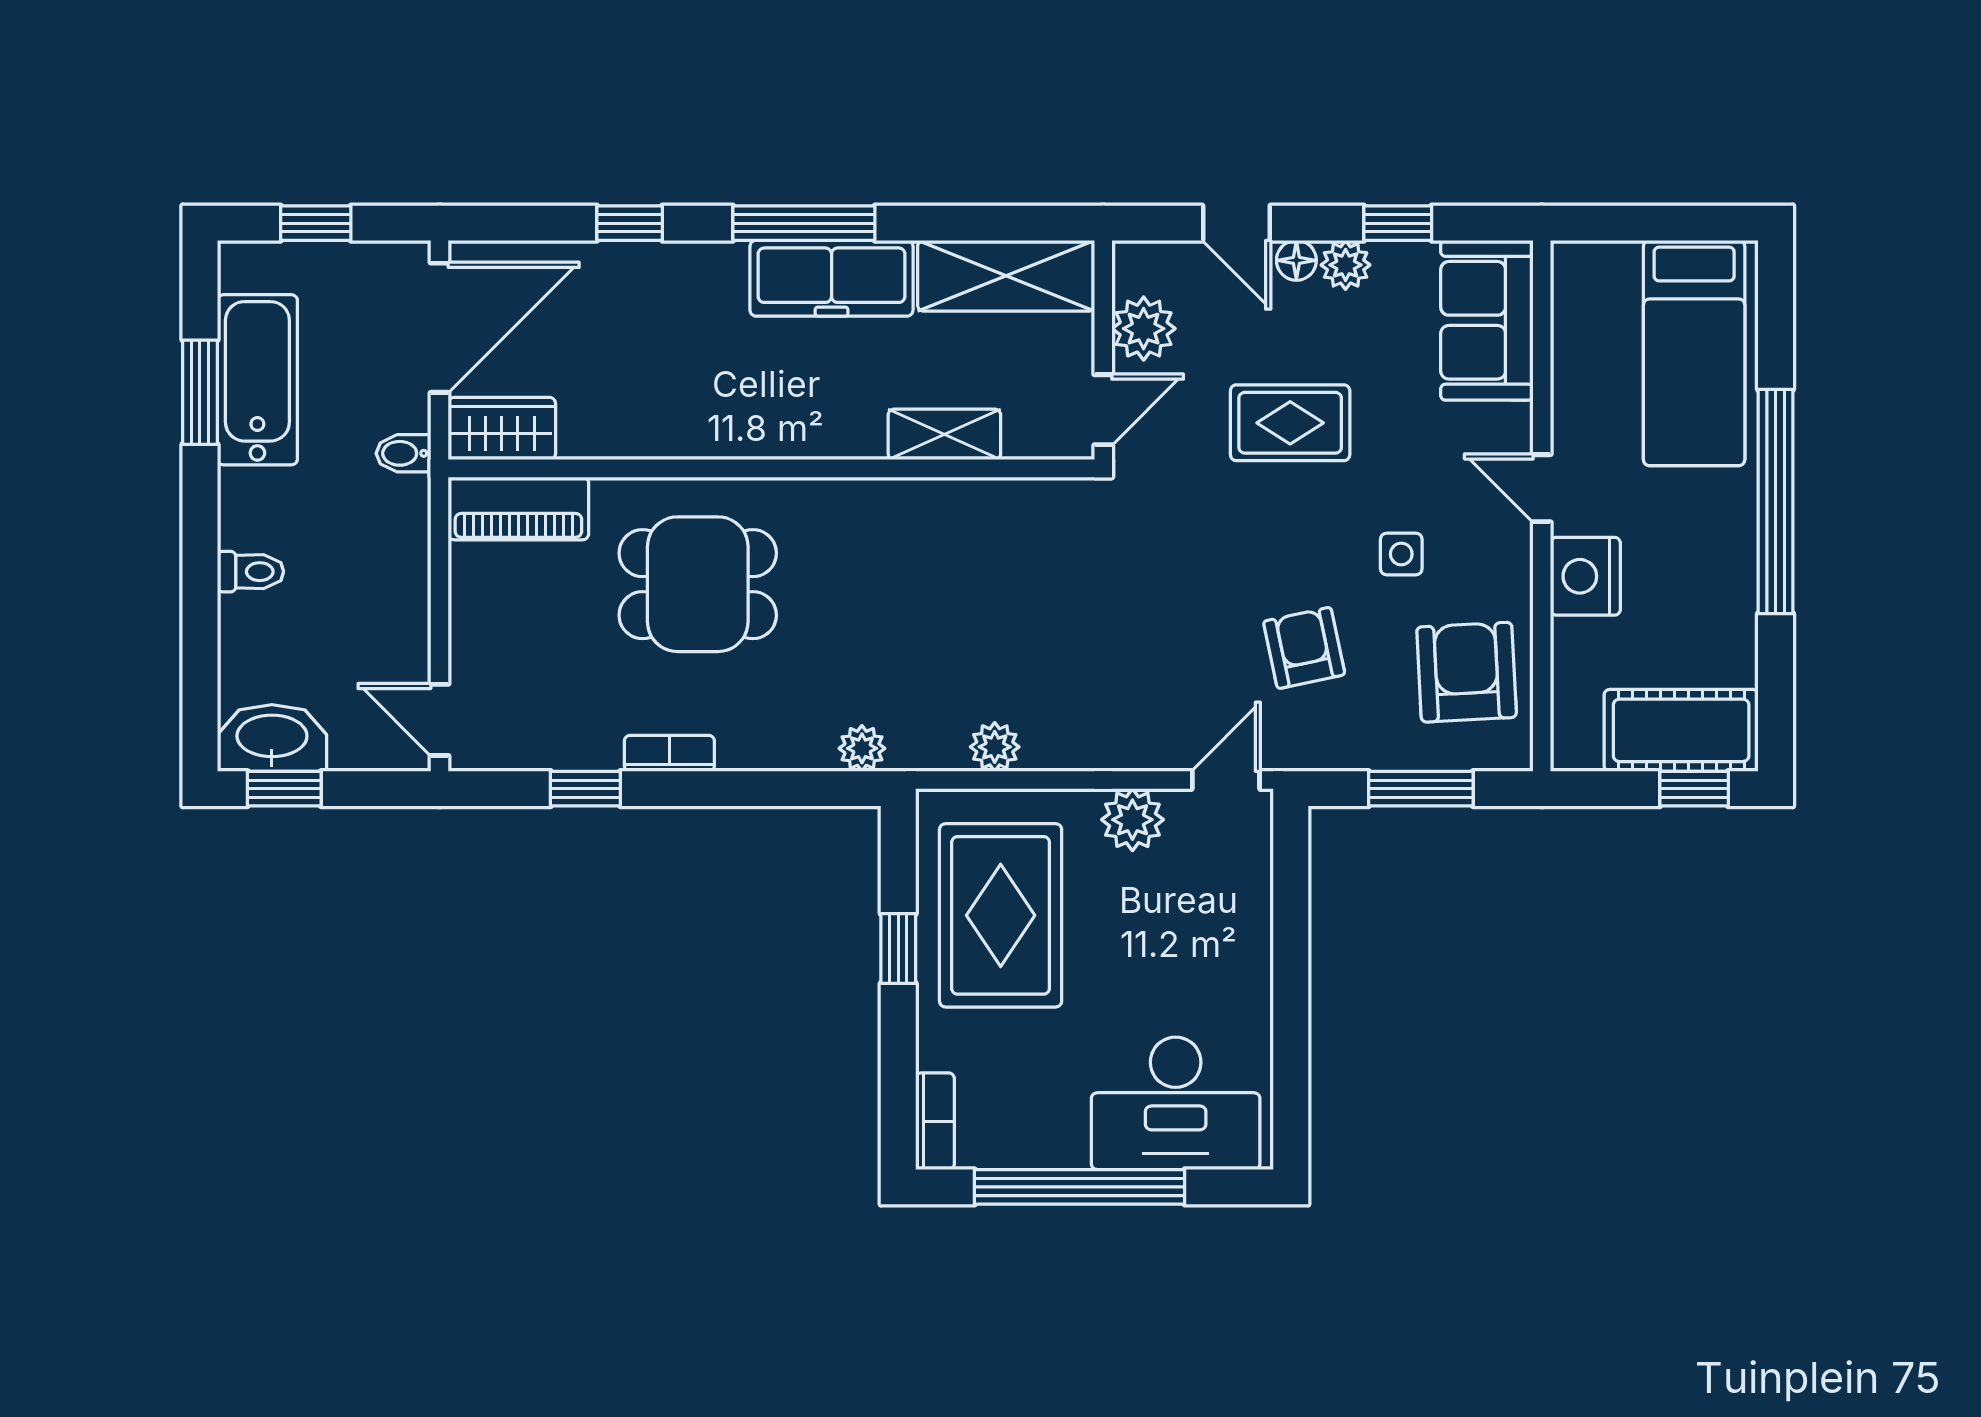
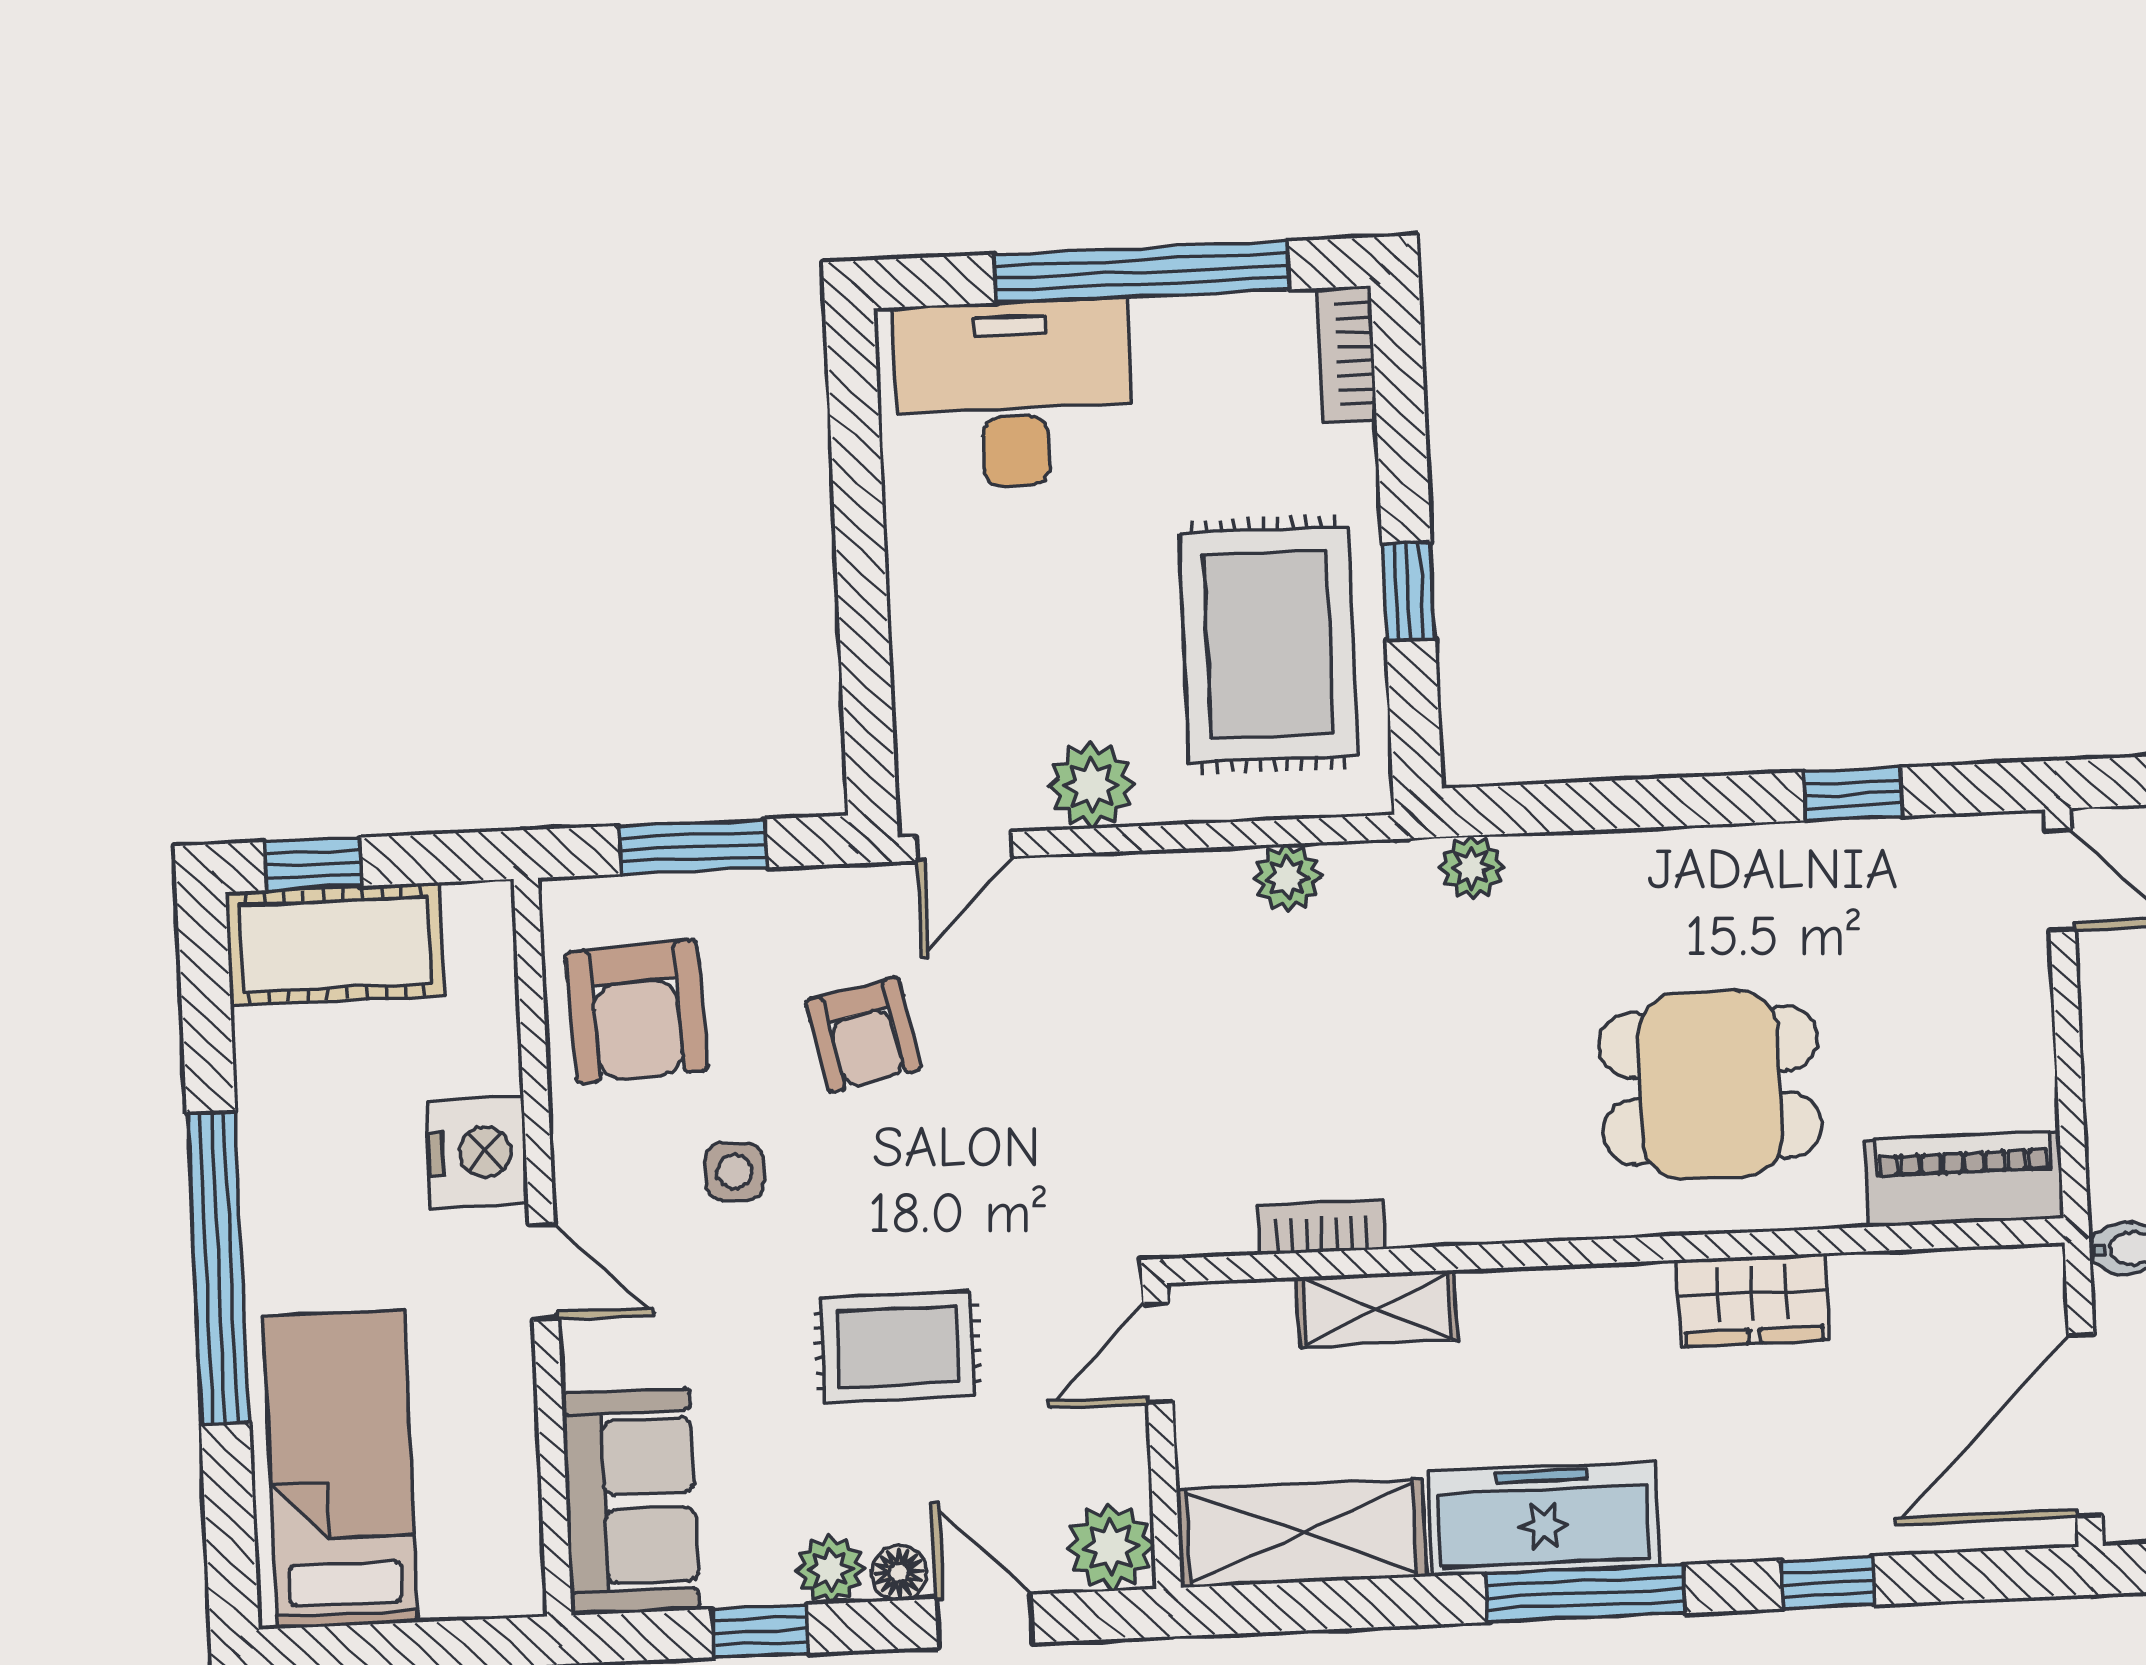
plant: (1144, 329) -> (1111, 1547), moved
wardrobe: (502, 429) -> (1753, 1300), moved
bookcase: (669, 753) -> (1321, 1227), moved, turned 180

